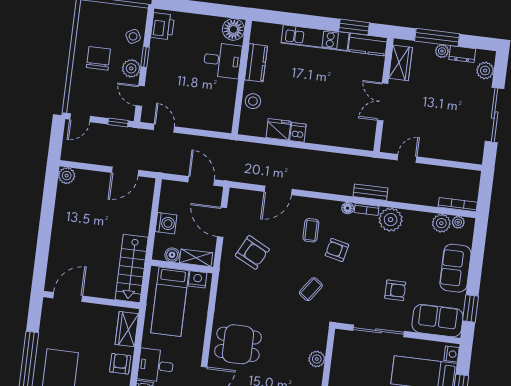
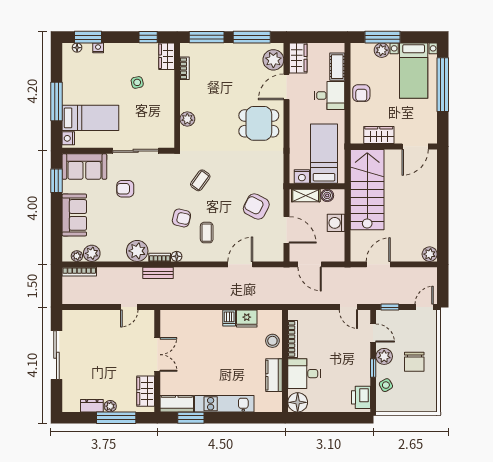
plant: (485, 71) -> (70, 394), removed
bookcase: (230, 100) -> (293, 339), added
stairs: (132, 268) -> (367, 190), width x1.36, depth x1.51
wardrobe: (127, 329) -> (379, 135), moved, turned -90

